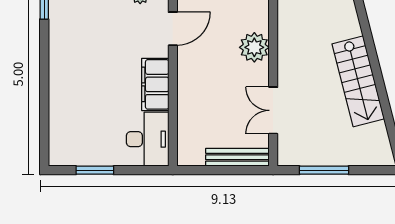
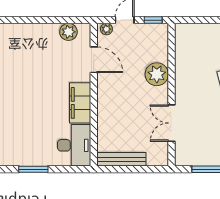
door: (173, 29) -> (94, 60), hinge flipped
bench: (237, 157) -> (121, 159), moved

